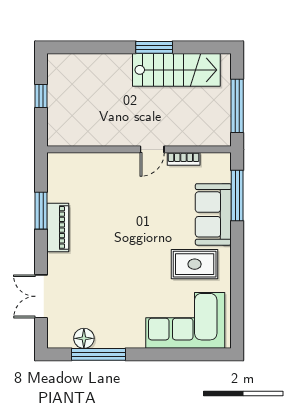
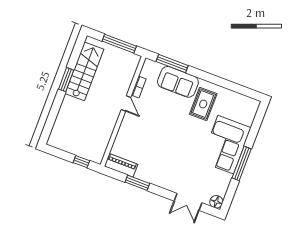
window: (41, 96) -> (81, 162), moved
piano: (58, 227) -> (121, 165), moved
corner sofa: (185, 320) -> (226, 145), moved
floor lamp: (84, 338) -> (216, 202), moved
window: (98, 354) -> (242, 163), moved

